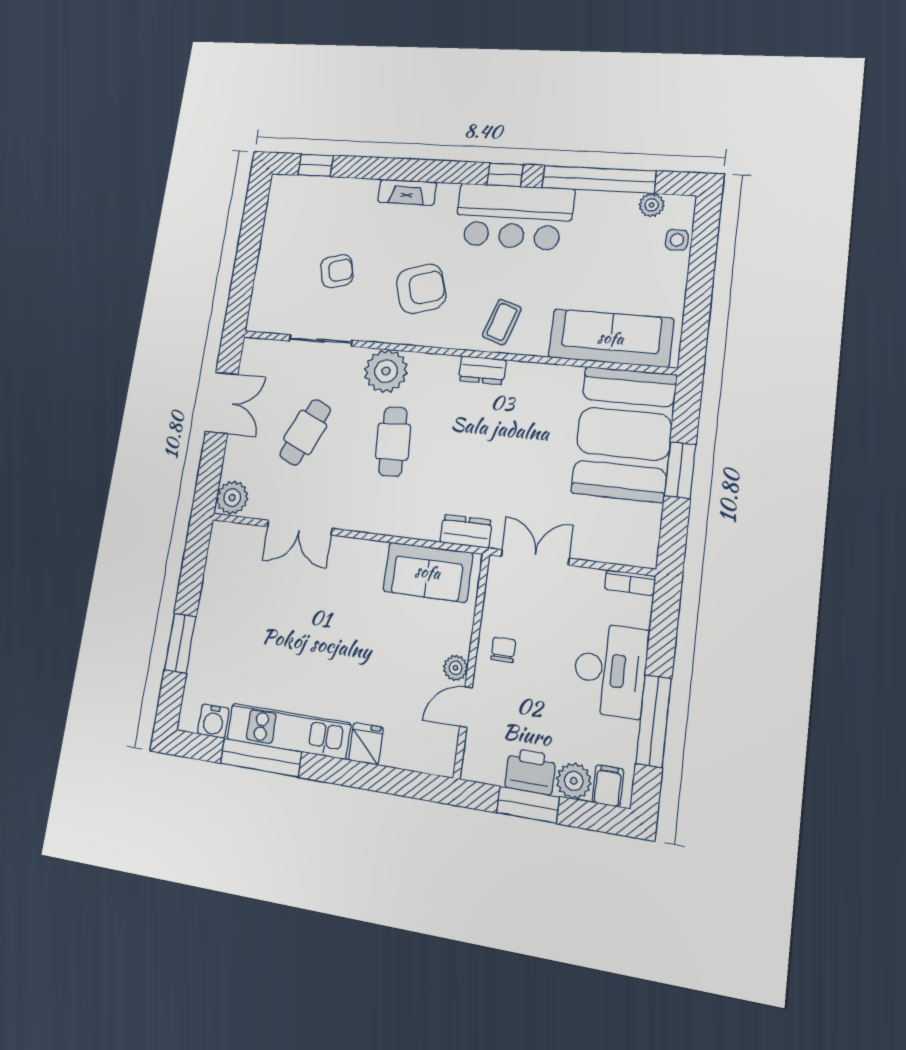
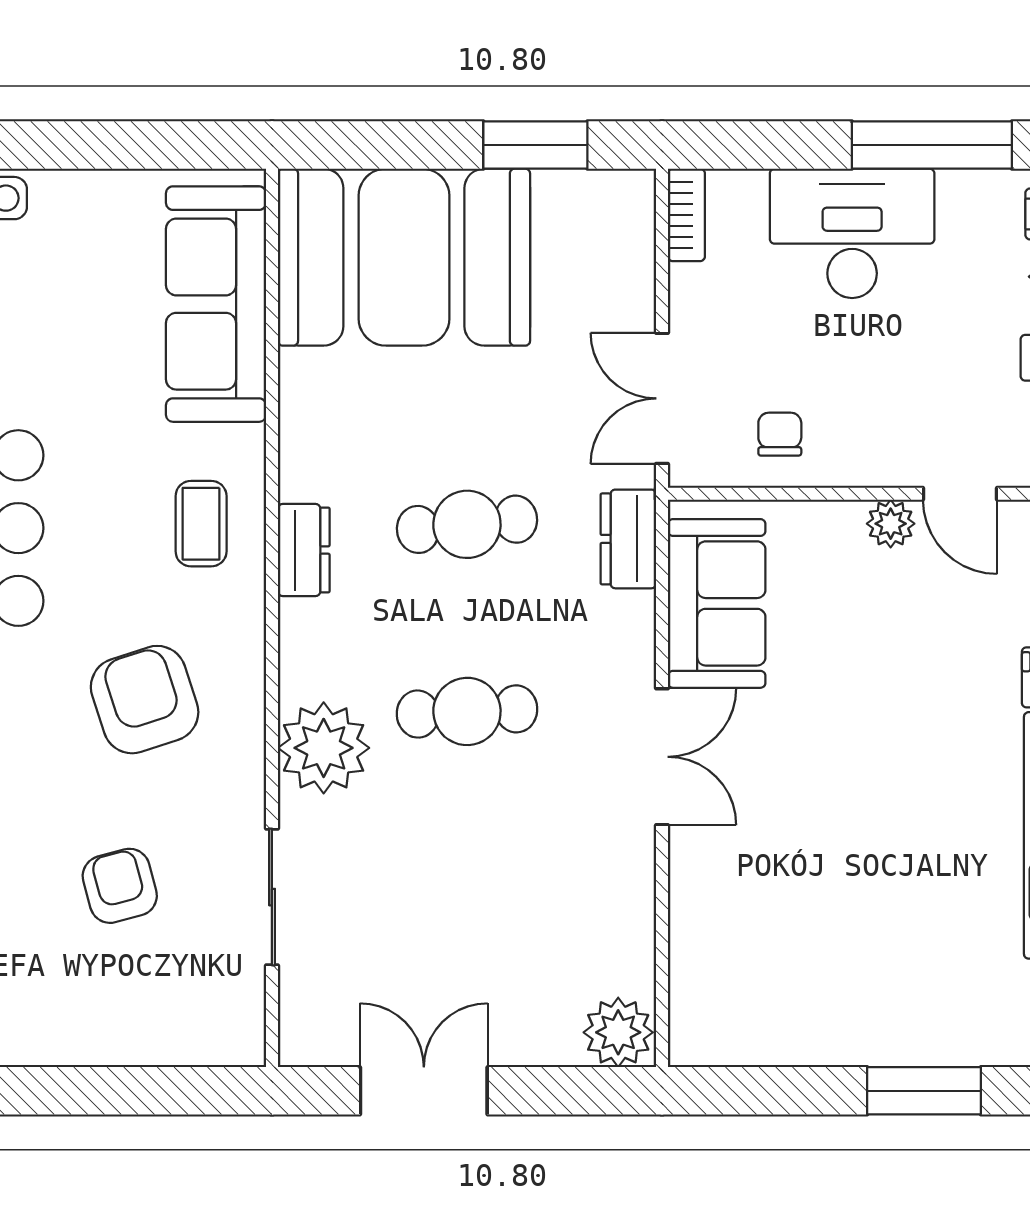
coffee table: (502, 322) -> (201, 524), turned 72
cafe table: (305, 432) -> (467, 524), moved, turned -30
window: (680, 470) -> (535, 145), moved
double door: (300, 528) -> (662, 757), moved
chair: (503, 650) -> (780, 434), moved, turned 90

